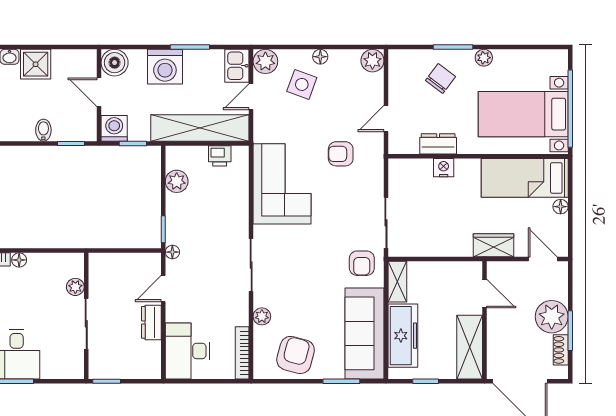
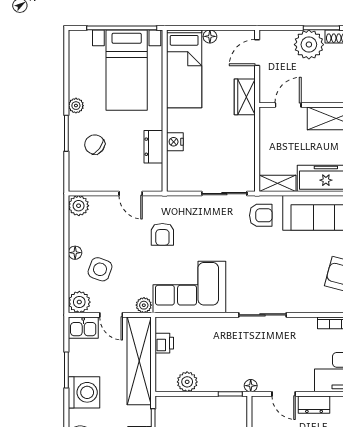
plant: (262, 316) -> (144, 305), moved

